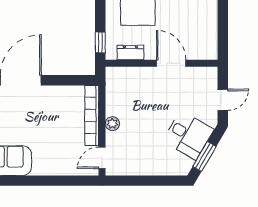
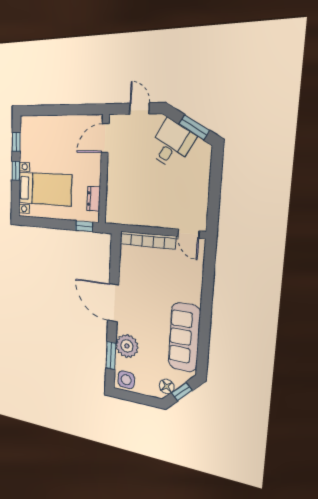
door: (171, 63) -> (105, 138), moved
plant: (112, 124) -> (156, 221), removed

